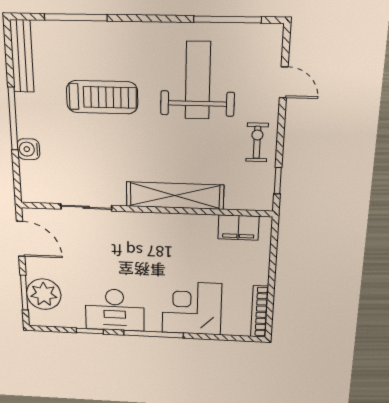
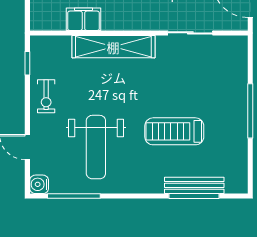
bench: (22, 56) -> (194, 185), moved, turned 90
water cooler: (28, 149) -> (39, 184), moved, turned 180
filing cabinet: (238, 228) -> (83, 19), moved

